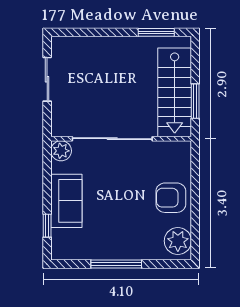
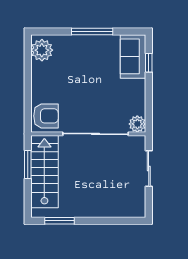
sliding door: (47, 79) -> (149, 169), moved
armchair: (171, 198) -> (46, 116), moved
sofa: (66, 201) -> (133, 56), moved

